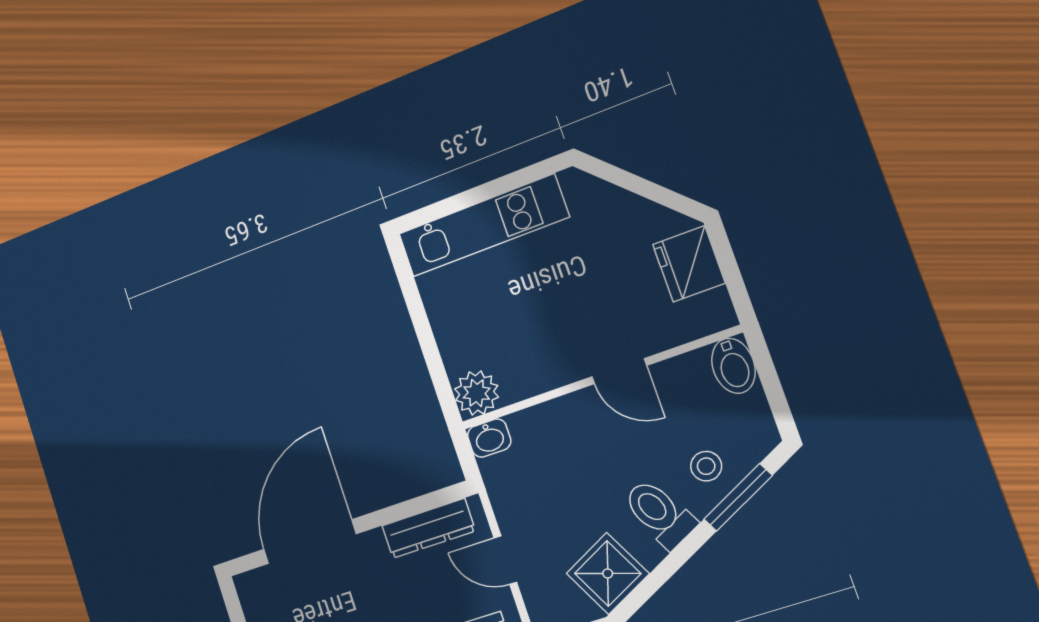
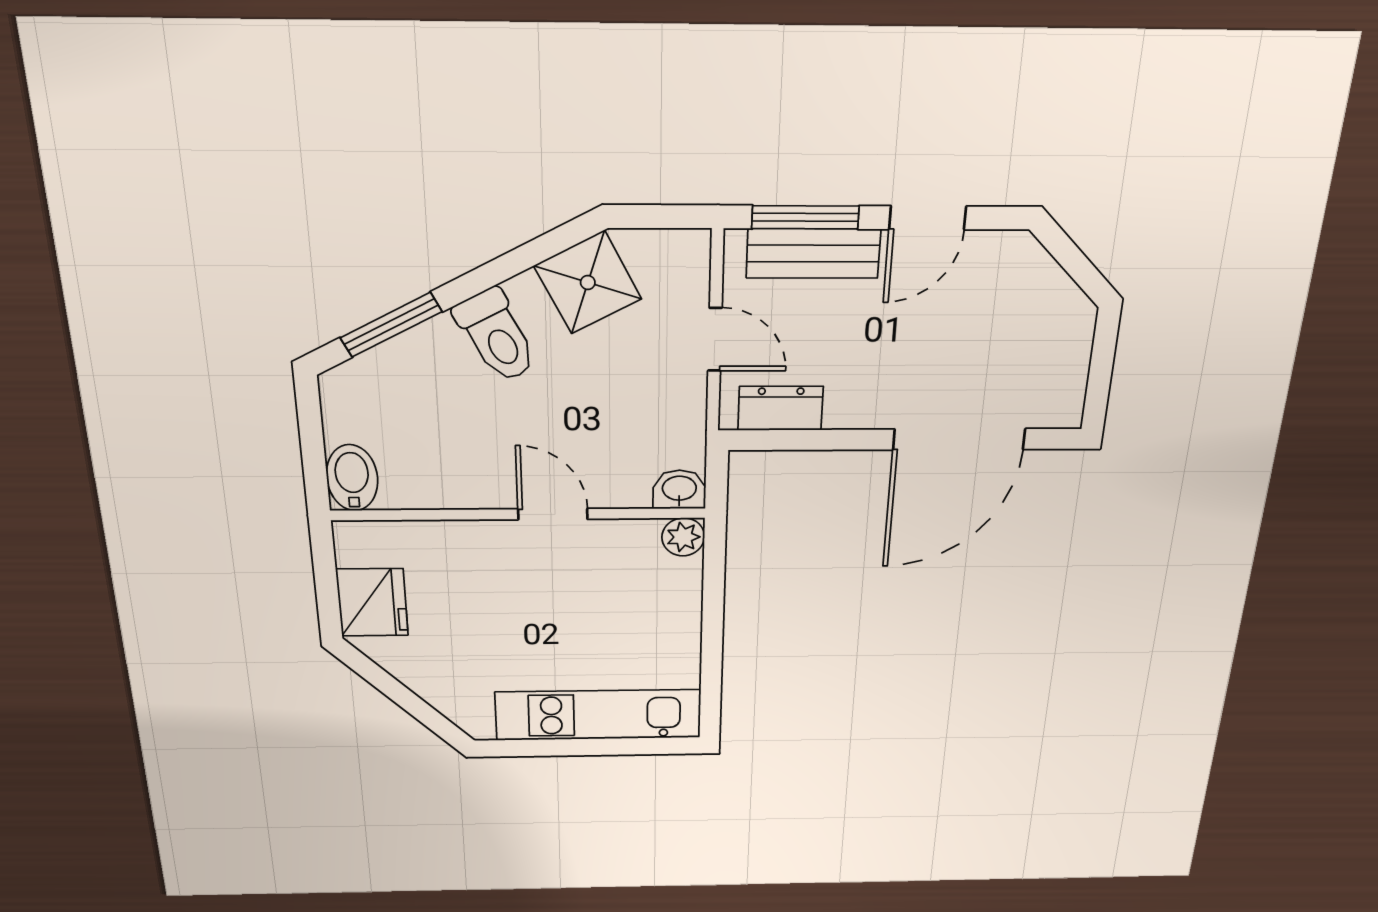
door: (619, 371) -> (553, 514), moved
plant: (477, 393) -> (683, 537), width x0.73, depth x0.73
stool: (706, 466) -> (420, 374), removed
dresser: (429, 528) -> (780, 408), width x0.70

